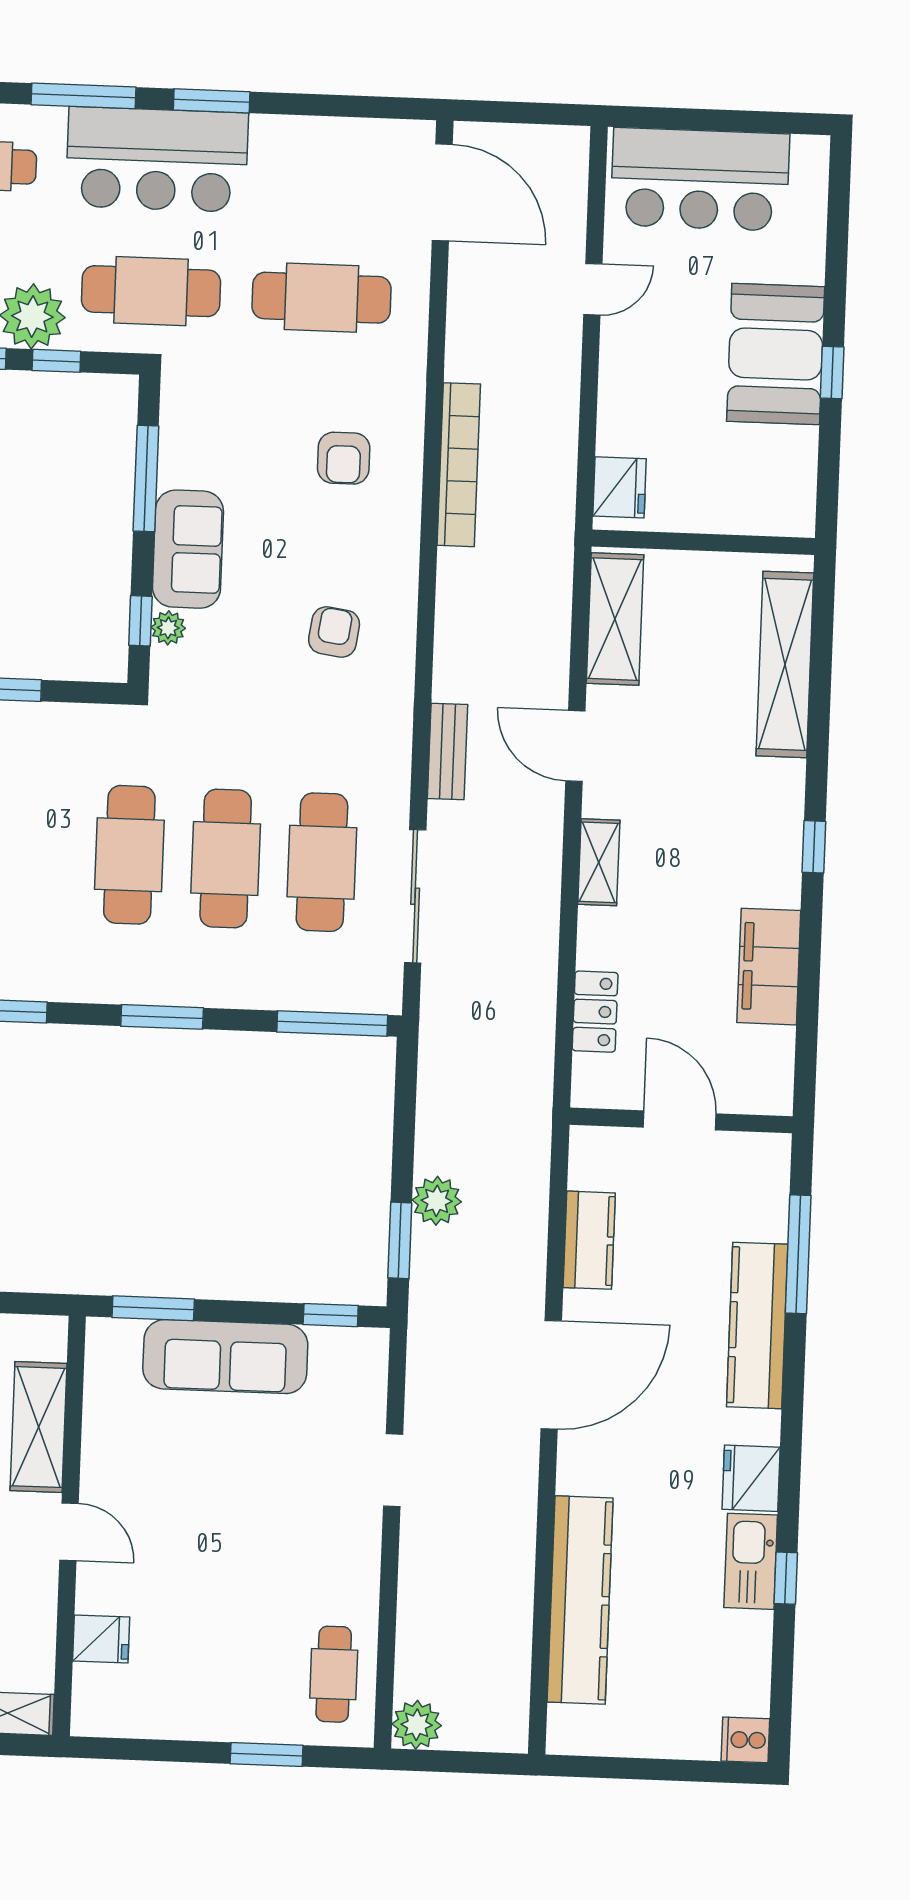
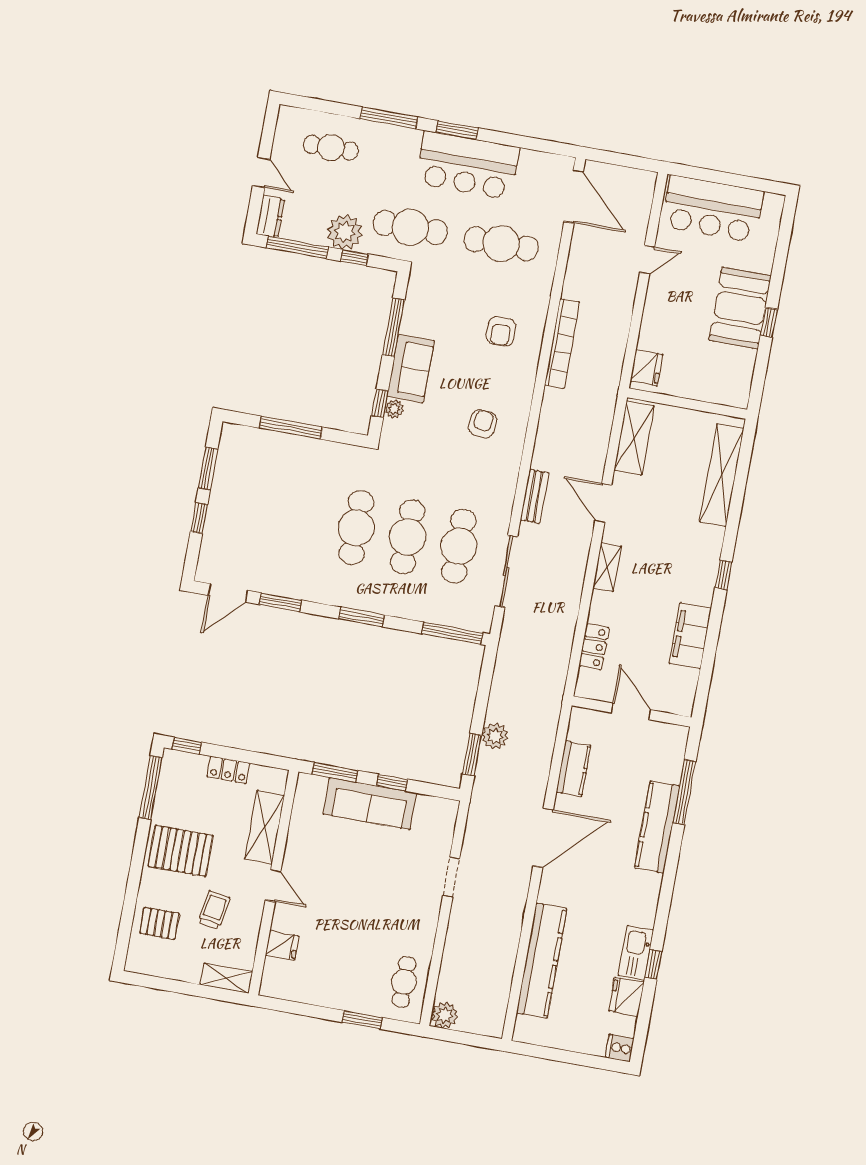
bar counter: (157, 159) -> (468, 165), moved
window: (331, 1315) -> (392, 783), moved
fridge: (751, 1478) -> (626, 997), moved

